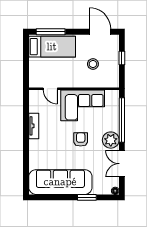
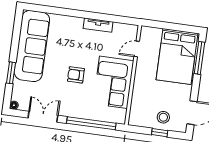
bed: (52, 47) -> (177, 57), width x1.50
stool: (93, 64) -> (163, 117), moved
armchair: (81, 139) -> (76, 75), turned 180
plant: (111, 140) -> (71, 108), removed

